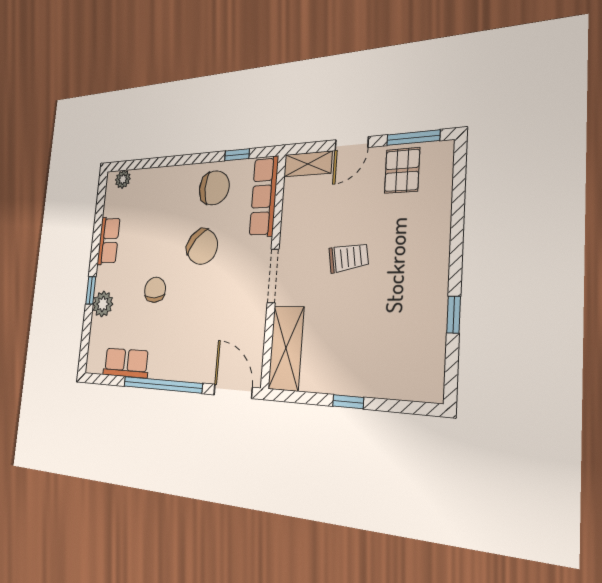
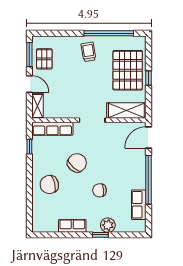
pallet: (402, 170) -> (44, 59), turned 90
plant: (123, 179) -> (37, 220), removed
chair: (214, 188) -> (49, 185), moved, turned -104
trolley: (349, 258) -> (88, 52), moved
window: (454, 315) -> (109, 33), width x3.17
pallet: (367, 355) -> (128, 70), added

